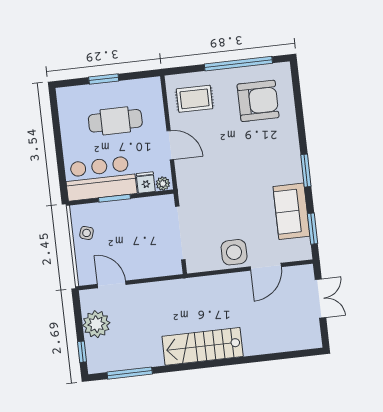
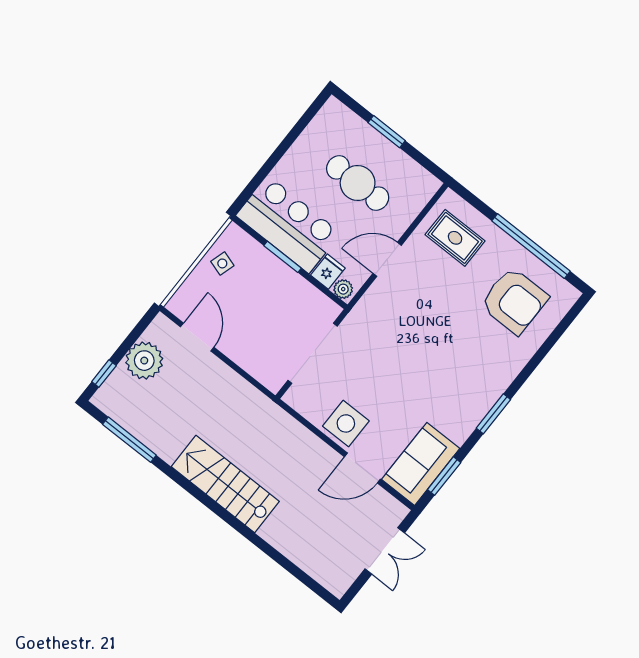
door: (170, 145) -> (387, 259), swing flipped
sofa: (291, 211) -> (421, 464), moved

